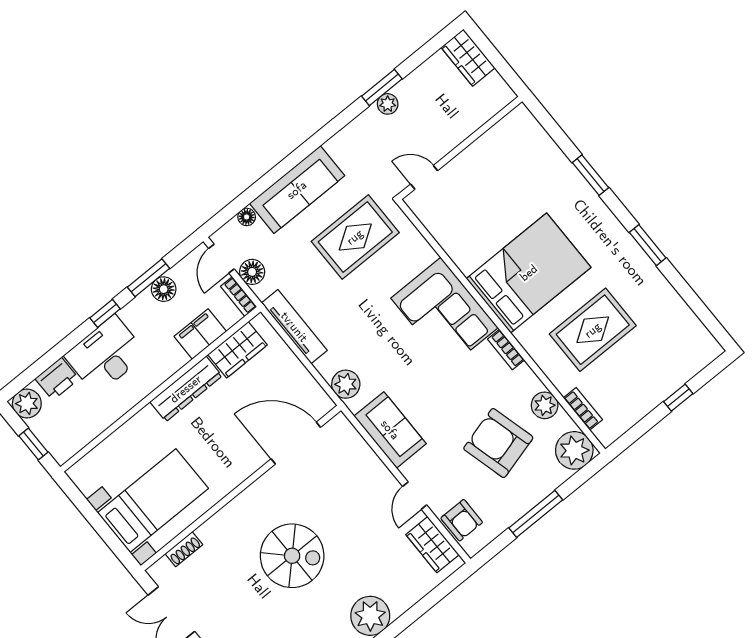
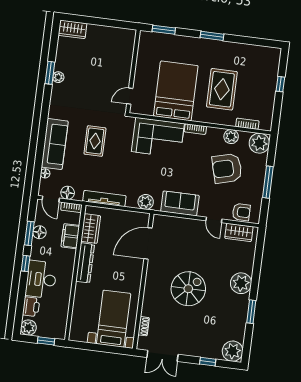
wall: (460, 148) -> (133, 71), moved
door: (424, 177) -> (130, 96), moved
rug: (355, 237) -> (95, 141), width x0.73, depth x0.70

